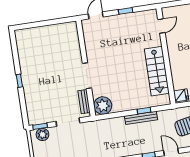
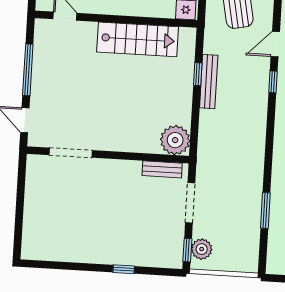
window: (125, 11) -> (28, 70), width x2.17
doorway: (87, 76) -> (71, 153), moved
window: (19, 81) -> (124, 269), moved

